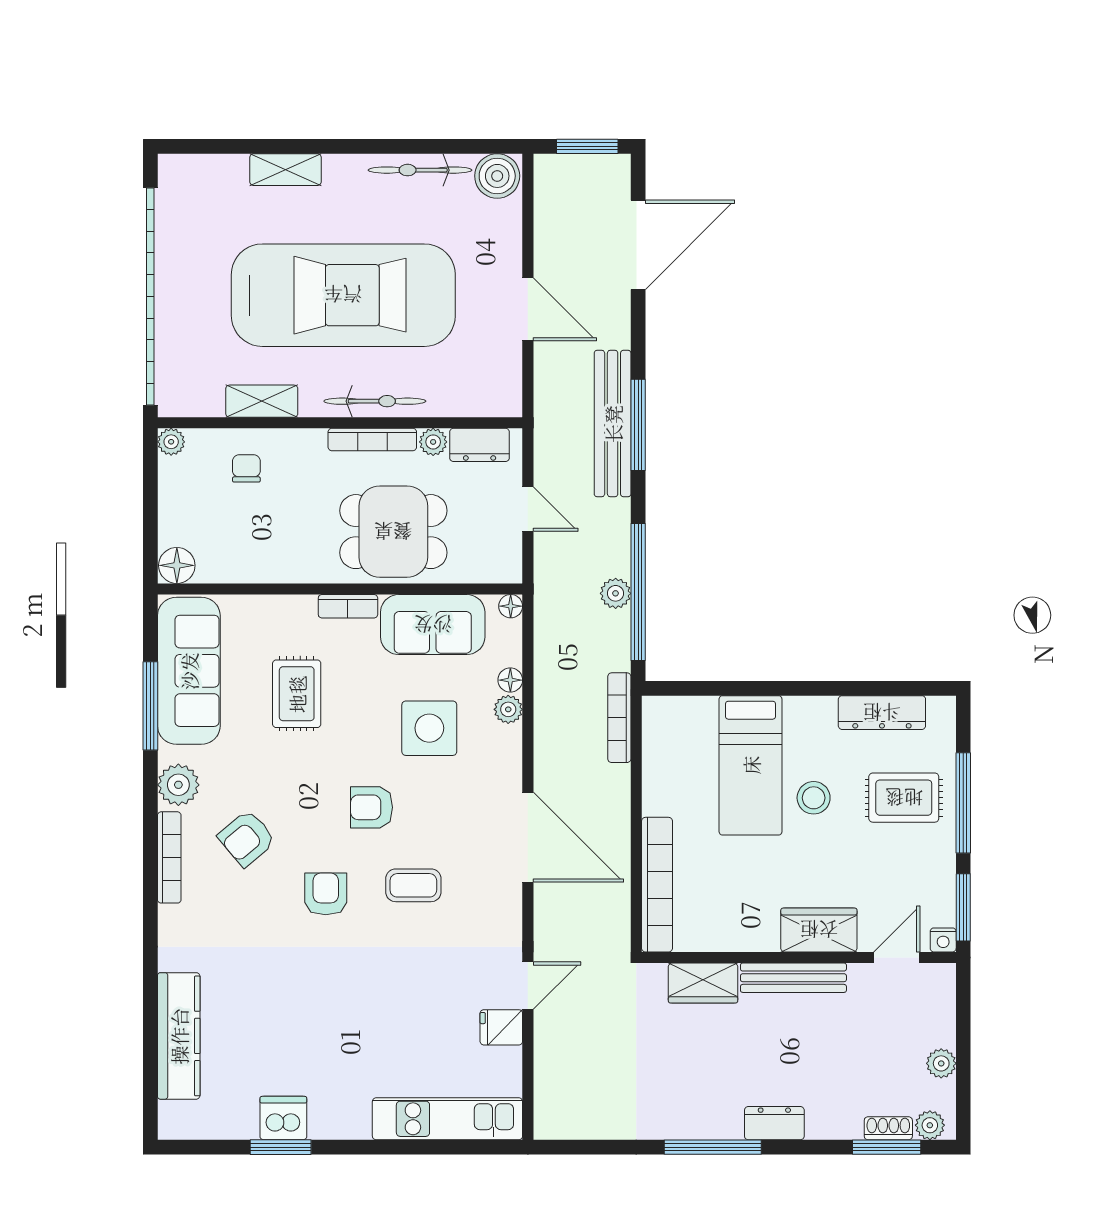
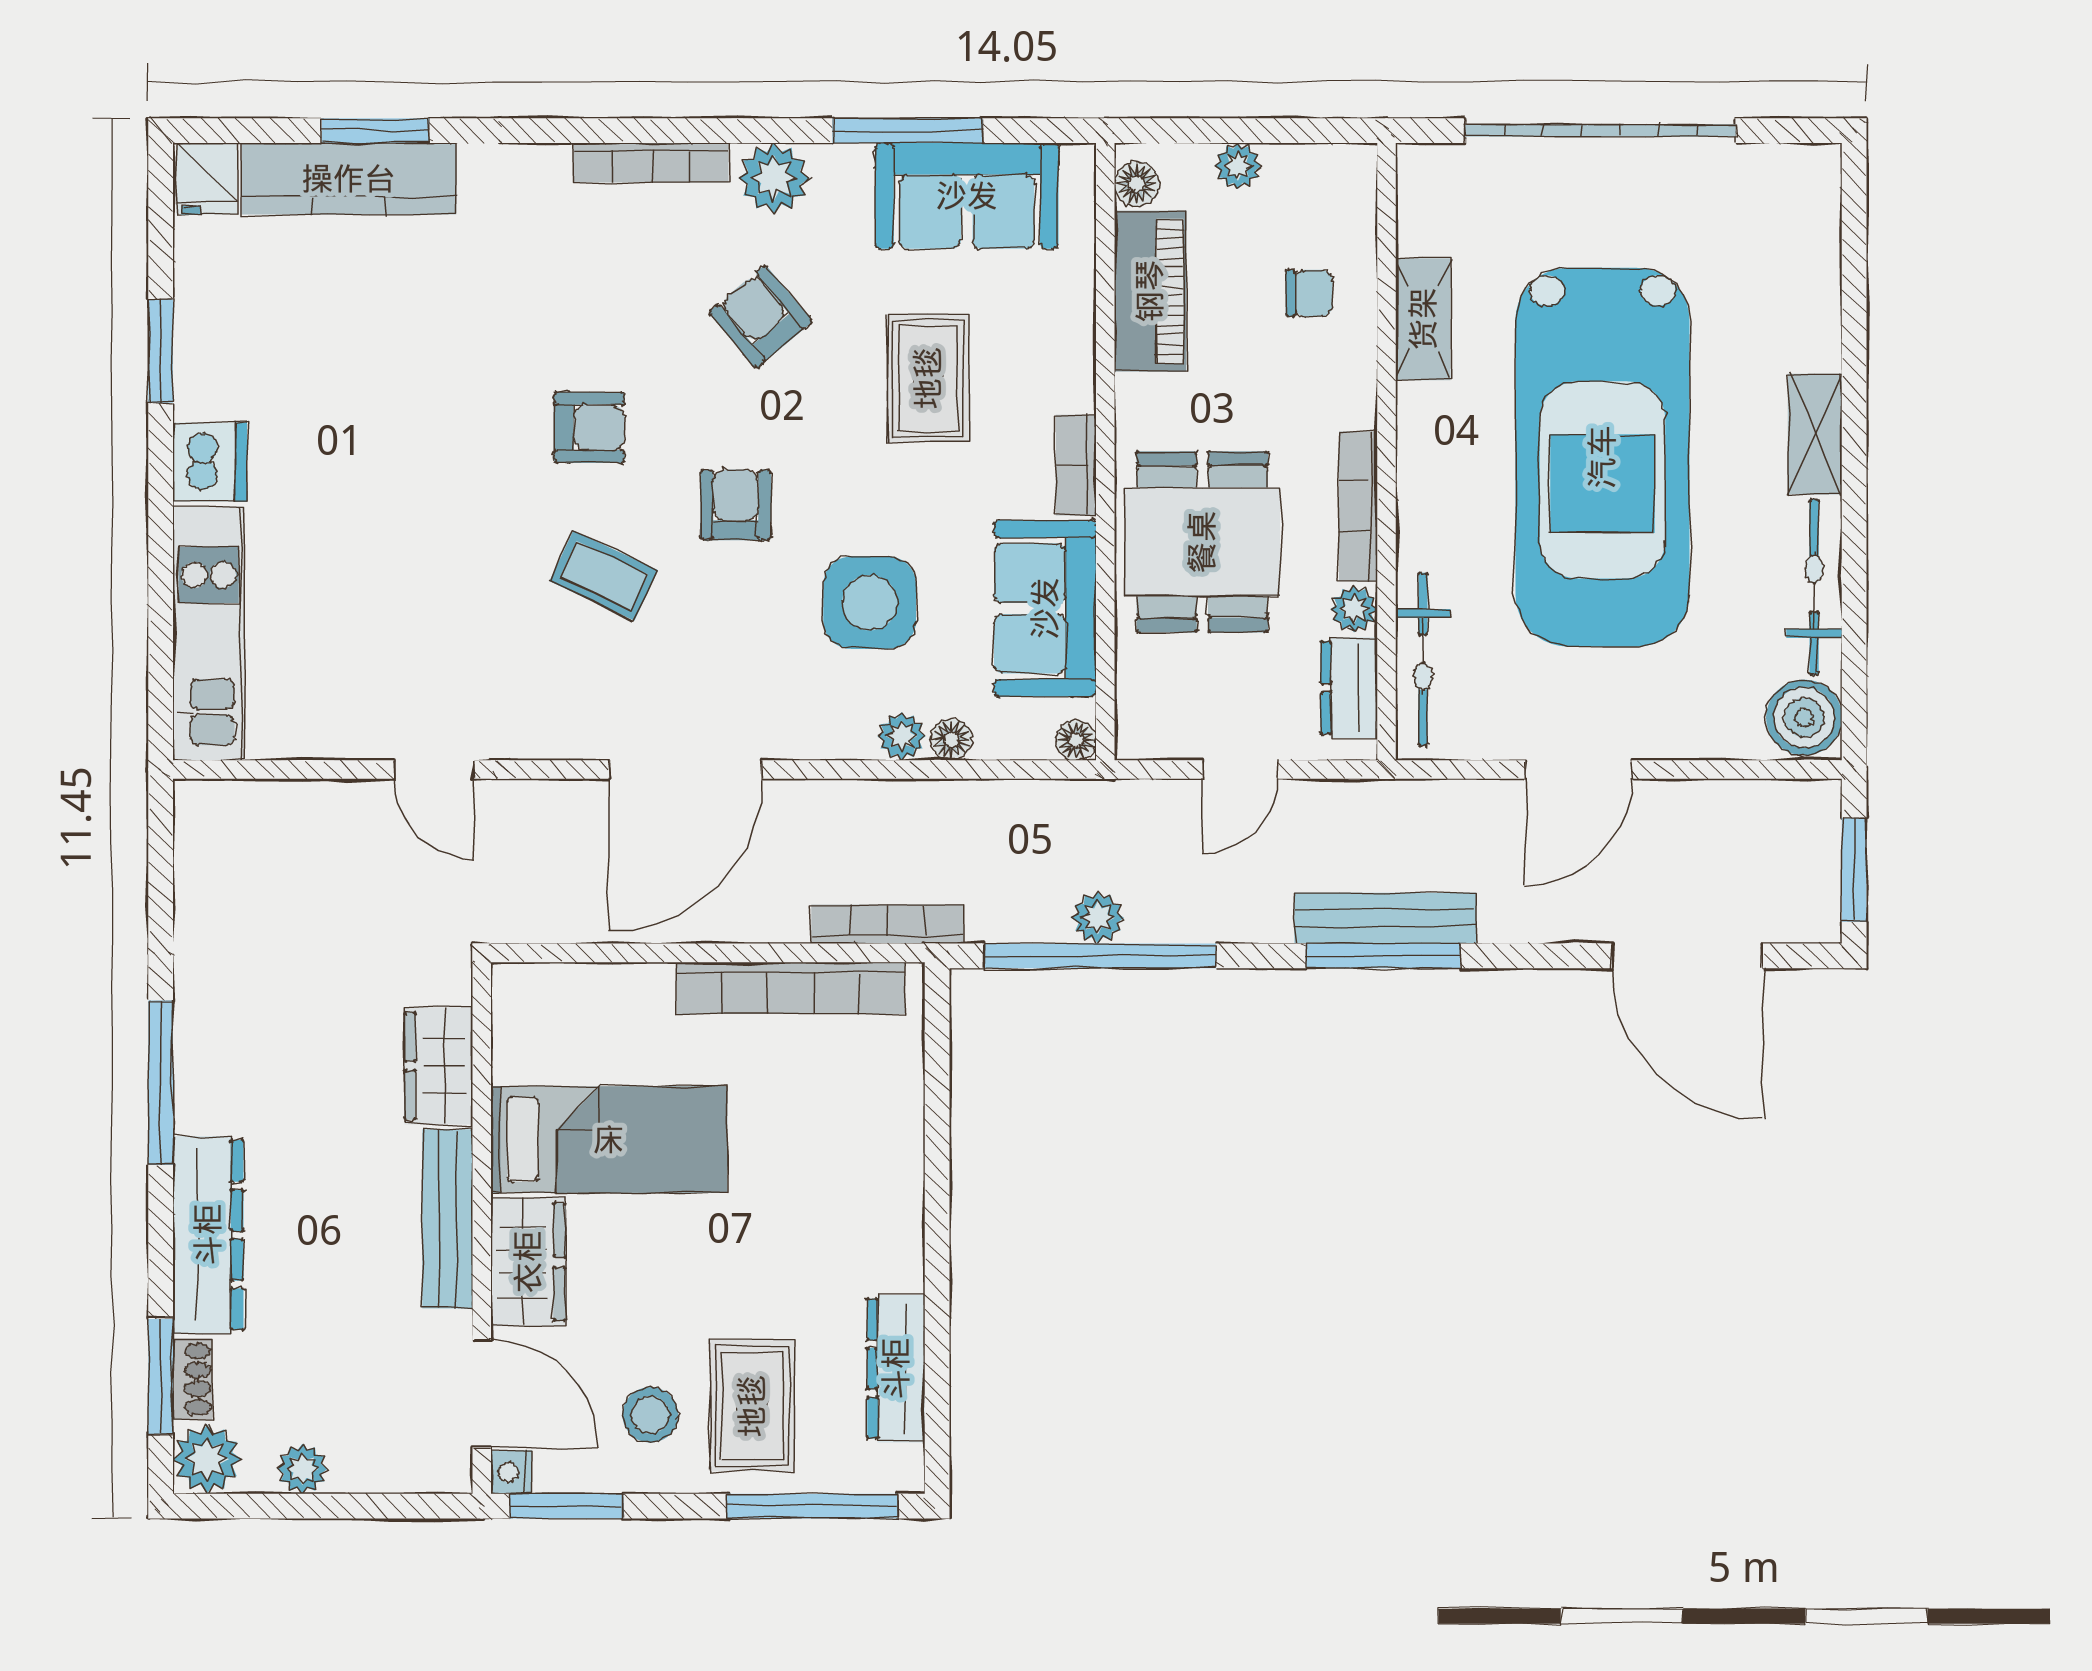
shelving: (285, 170) -> (1815, 434), moved
garage door: (150, 296) -> (1600, 131), width x0.73
bicycle: (375, 401) -> (1423, 659), moved
bench: (613, 424) -> (1385, 918), width x0.73, depth x0.82
plant: (171, 442) -> (1238, 166), moved
piano: (245, 562) -> (1150, 291), added
floor lamp: (177, 565) -> (1137, 184), width x0.73, depth x0.73
sofa: (189, 671) -> (967, 196), width x0.73
rug: (297, 694) -> (928, 378), turned 90
bed: (751, 765) -> (609, 1140), moved, turned 180
stool: (814, 798) -> (650, 1415), moved
window: (963, 803) -> (812, 1506), moved
armchair: (247, 838) -> (761, 317), moved
coffee table: (413, 885) -> (604, 576), turned -65
bookcase: (657, 885) -> (791, 988), moved
door: (897, 957) -> (482, 1394), width x1.38
window: (150, 1020) -> (375, 131), added
fridge: (501, 1027) -> (207, 179), moved, turned 180
dishwasher: (283, 1118) -> (210, 462), moved
dresser: (774, 1123) -> (208, 1235), width x1.96, depth x1.24
plant: (930, 1125) -> (207, 1459), width x1.38, depth x1.38

